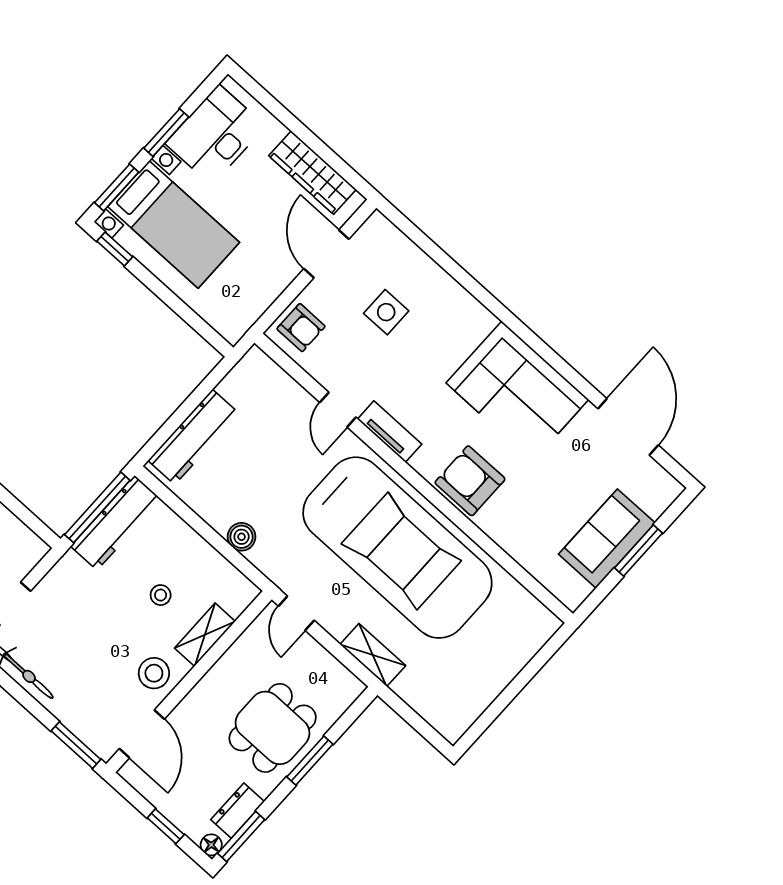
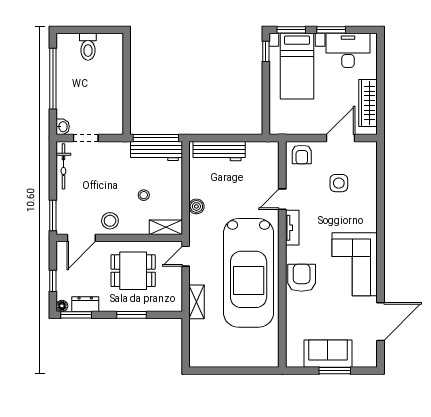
shelving: (205, 635) -> (166, 227), moved
dining table: (273, 728) -> (133, 271), moved

